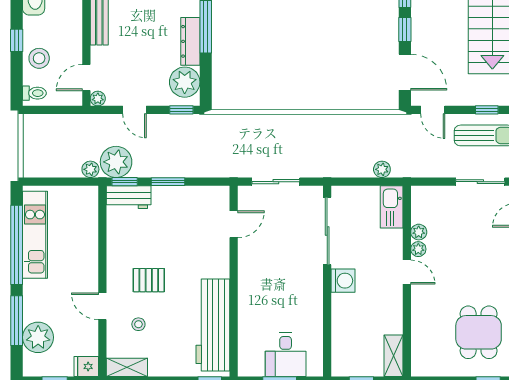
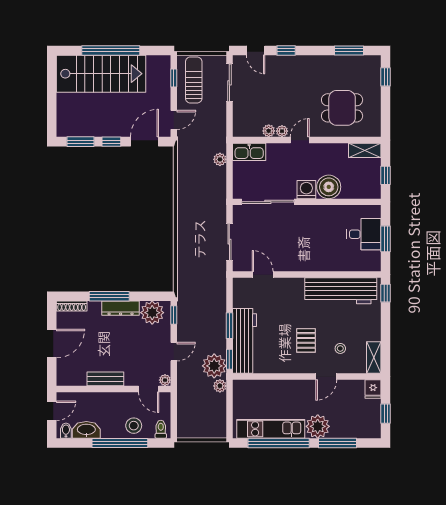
window: (17, 40) -> (120, 443), width x3.17
workbench: (129, 197) -> (244, 341), width x1.87, depth x1.32
boiler: (346, 309) -> (329, 187), added
dining table: (479, 332) -> (342, 108), moved
plant: (38, 337) -> (318, 426), moved

